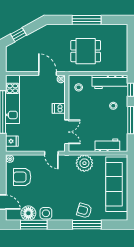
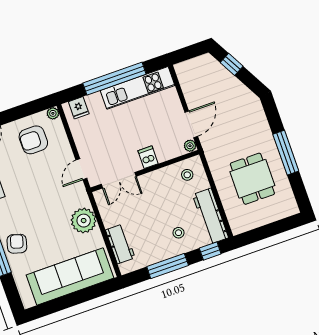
dining table: (86, 51) -> (252, 179), moved
armchair: (22, 177) -> (33, 140), turned -90

